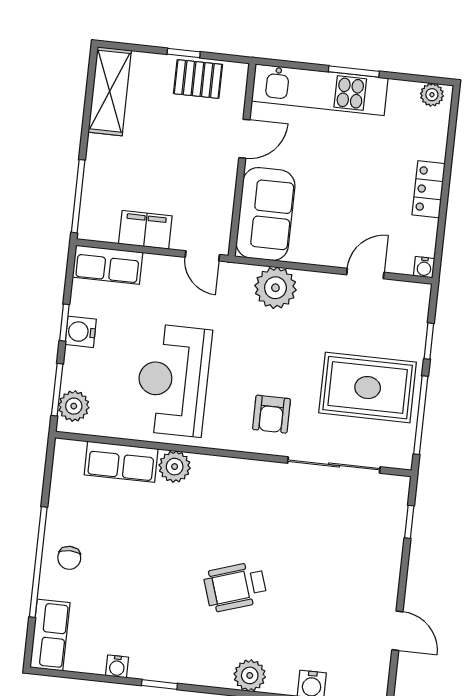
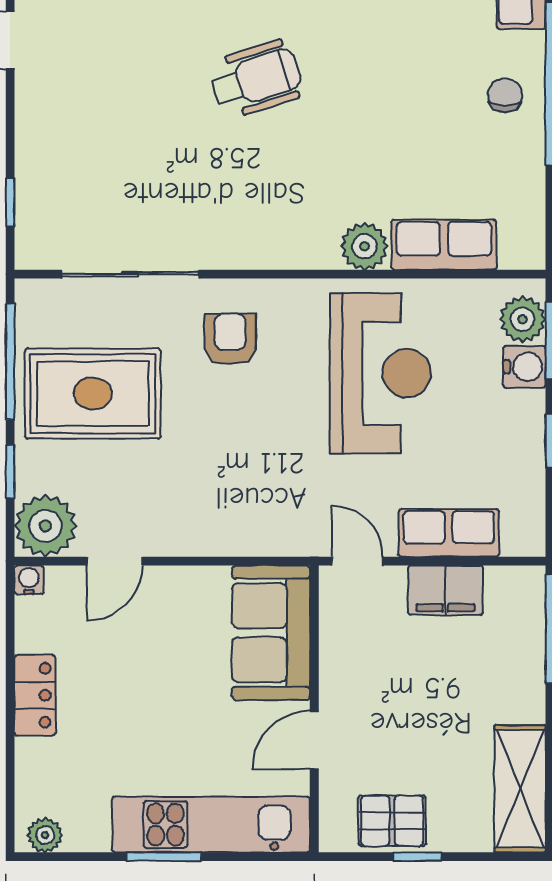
row of seats: (108, 265) -> (449, 533), moved
plant: (275, 288) -> (45, 526), moved
water cooler: (81, 332) -> (524, 367), moved

